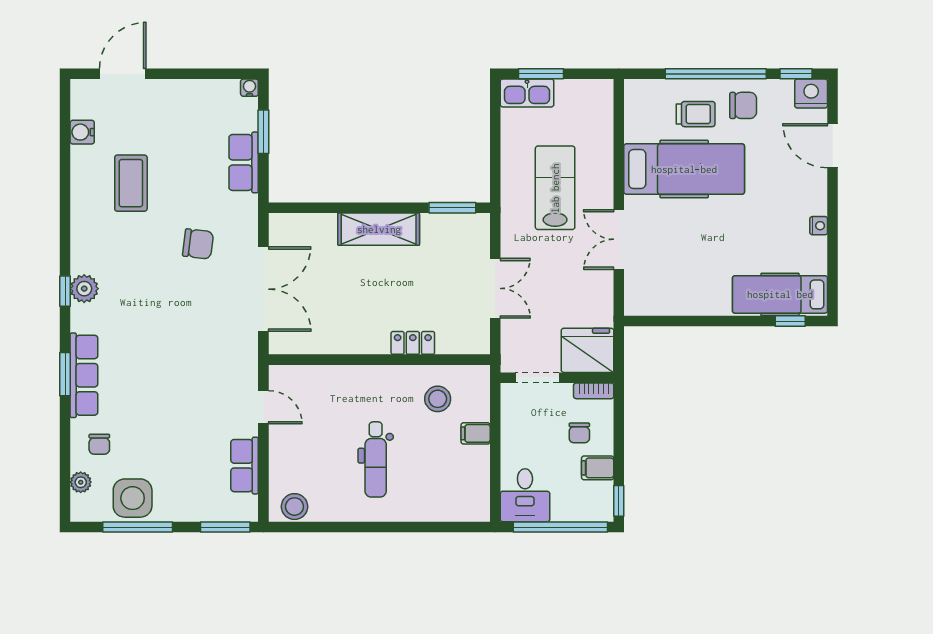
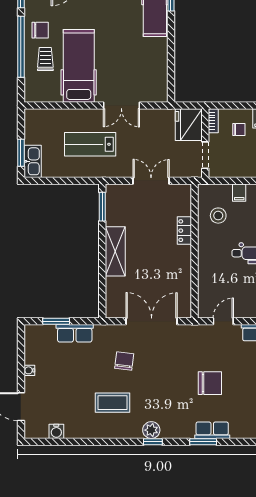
water cooler: (249, 88) -> (29, 370), moved
chair: (743, 105) -> (40, 30), turned 90
coffee table: (131, 183) -> (112, 403), moved
row of seats: (84, 375) -> (212, 430), width x0.68
chair: (99, 444) -> (210, 383), moved, width x1.87, depth x1.87

